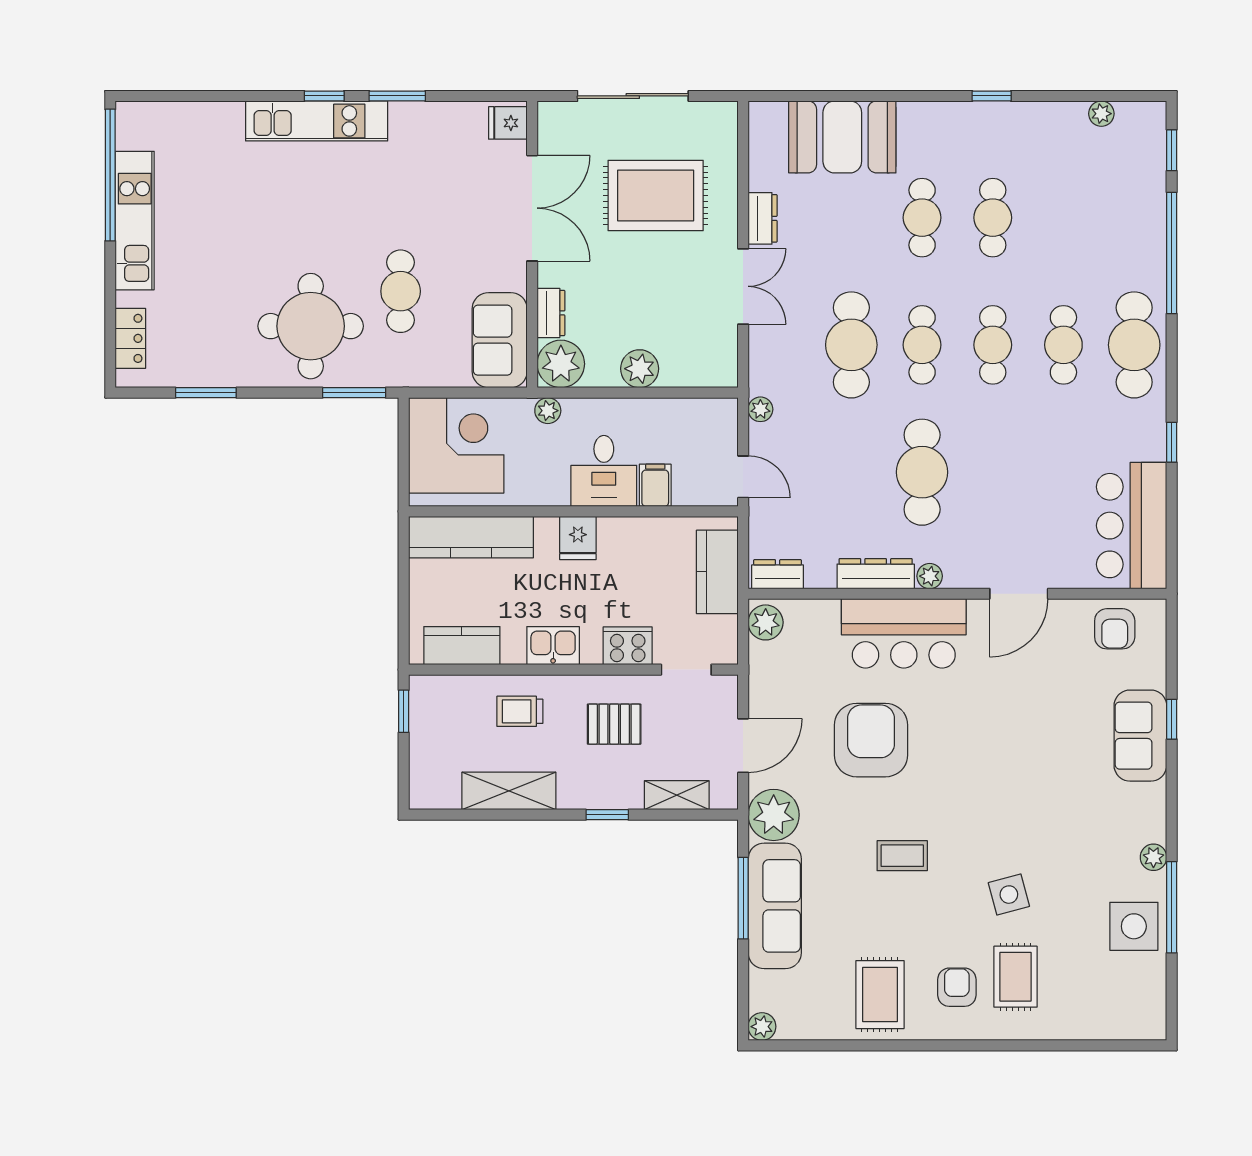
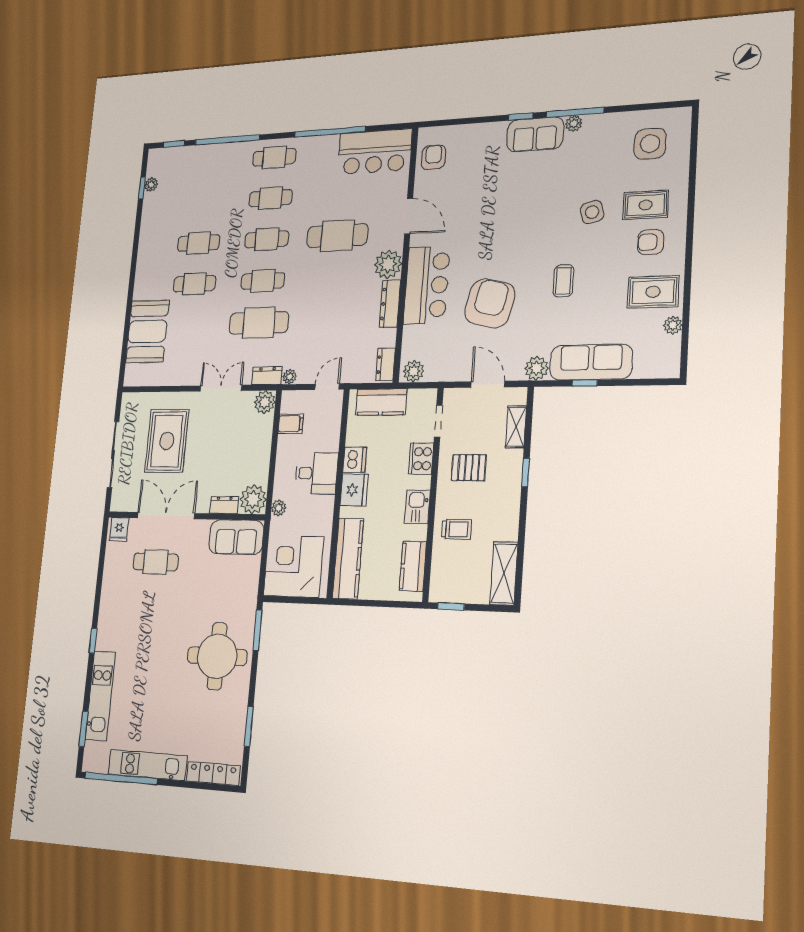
window: (397, 96) -> (83, 729), moved
window: (992, 96) -> (142, 188), moved
kitchen unit: (317, 121) -> (100, 696), moved
dresser: (763, 218) -> (267, 376), moved
cafe table: (401, 291) -> (156, 562), moved
locker: (130, 338) -> (213, 773), width x1.53
cafe table: (1134, 345) -> (274, 157), width x0.73, depth x0.74
plant: (640, 369) -> (265, 402), moved
window: (1172, 442) -> (330, 132), width x3.17
cafe table: (922, 472) -> (337, 236), moved
filing cabinet: (655, 485) -> (291, 424), moved, turned 180
dishwasher: (626, 535) -> (355, 460), added
fridge: (578, 538) -> (354, 490), width x1.38
plant: (930, 576) -> (388, 264), width x1.88, depth x1.88
armchair: (1115, 629) -> (433, 157), turned -90
trolley: (520, 711) -> (456, 529), turned -90
window: (1172, 719) -> (521, 117), moved
pallet: (614, 724) -> (469, 468), turned 90
sofa: (1140, 736) -> (535, 134), moved
armchair: (871, 740) -> (490, 303), turned 103
shelving: (509, 791) -> (504, 573), moved
plant: (774, 815) -> (537, 368), width x0.73, depth x0.73
window: (743, 898) -> (585, 383), width x0.46
window: (1172, 907) -> (575, 112), moved
side table: (1134, 926) -> (650, 144), moved
plant: (762, 1027) -> (673, 325), moved

